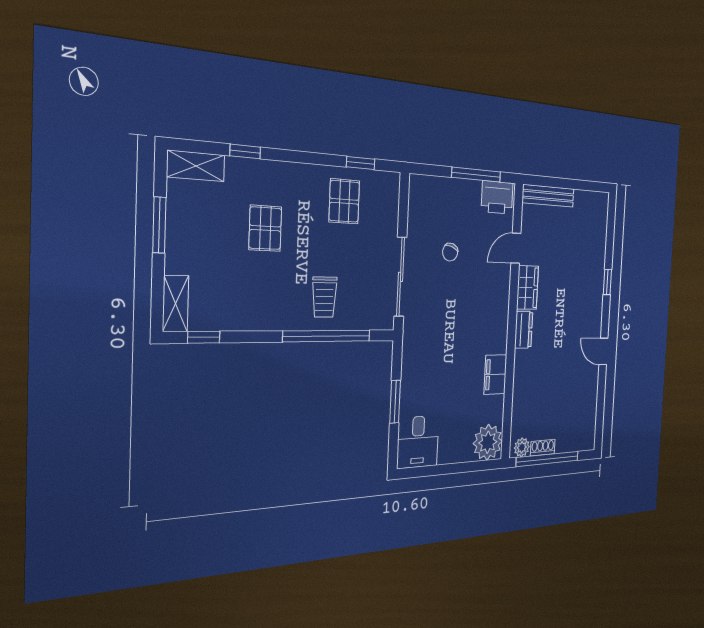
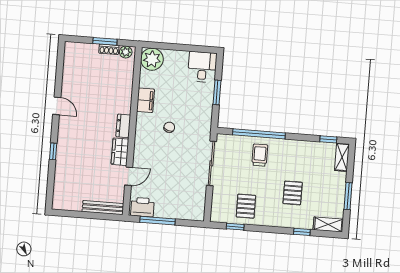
chair: (450, 252) -> (169, 127), moved
window: (548, 459) -> (105, 41), width x0.47

